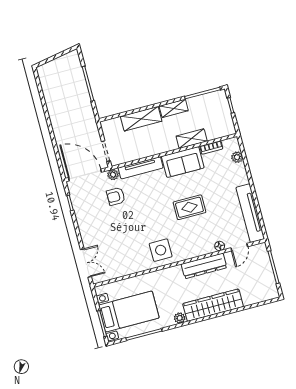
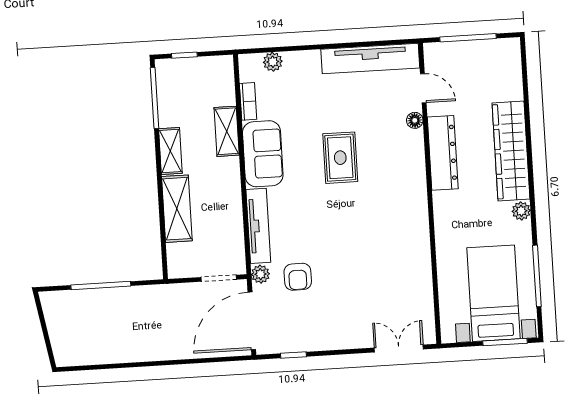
side table: (161, 250) -> (402, 220), removed

